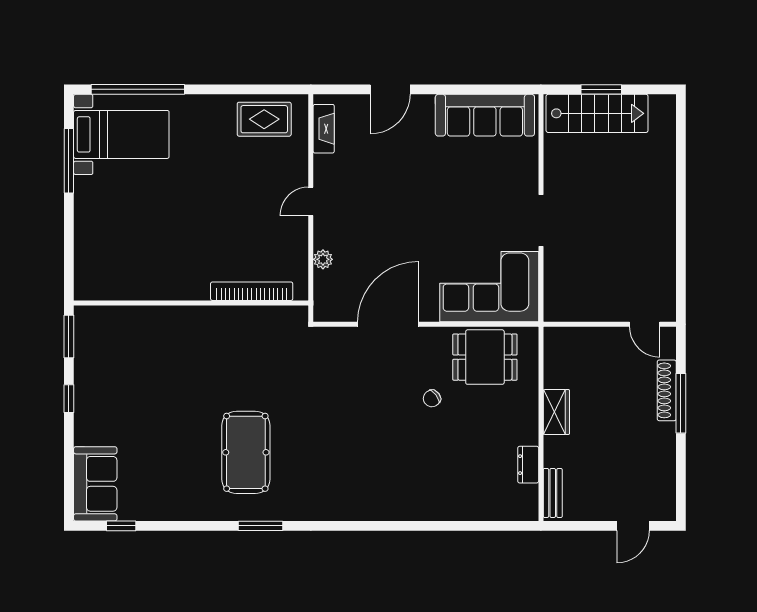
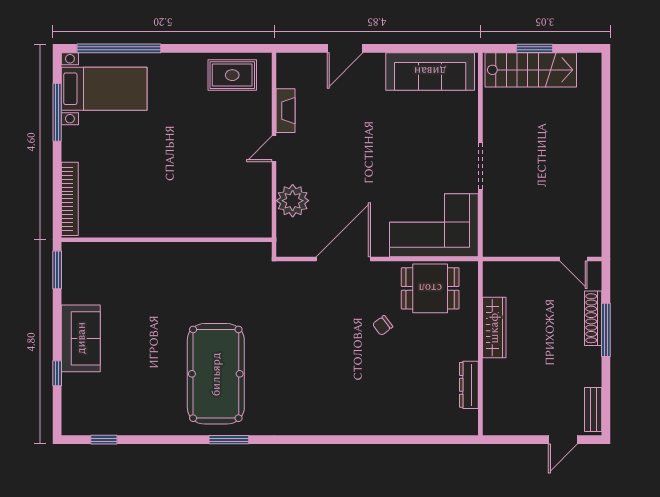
fireplace: (324, 129) -> (286, 111), moved
plant: (323, 259) -> (293, 201), width x1.87, depth x1.87
bookcase: (252, 291) -> (70, 199), moved, turned 90
window: (69, 399) -> (57, 373), moved
wardrobe: (556, 412) -> (494, 328), width x1.50
pool table: (246, 452) -> (216, 374), width x1.36, depth x1.32
dresser: (528, 465) -> (469, 385), width x1.44
sofa: (95, 484) -> (81, 338), moved
bench: (553, 493) -> (593, 409), moved

